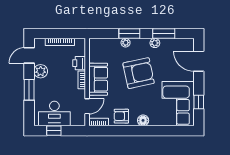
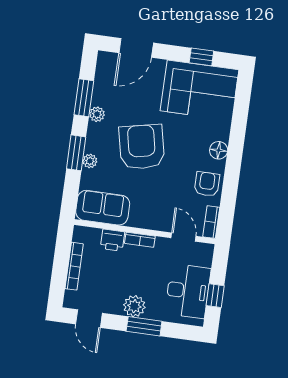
plant: (41, 71) -> (134, 306), moved
sofa: (98, 79) -> (103, 208), moved
armchair: (121, 116) -> (207, 184), turned 180

